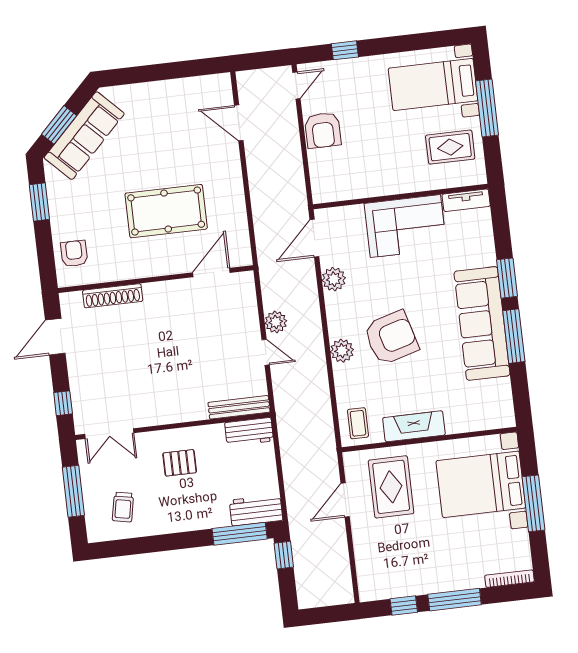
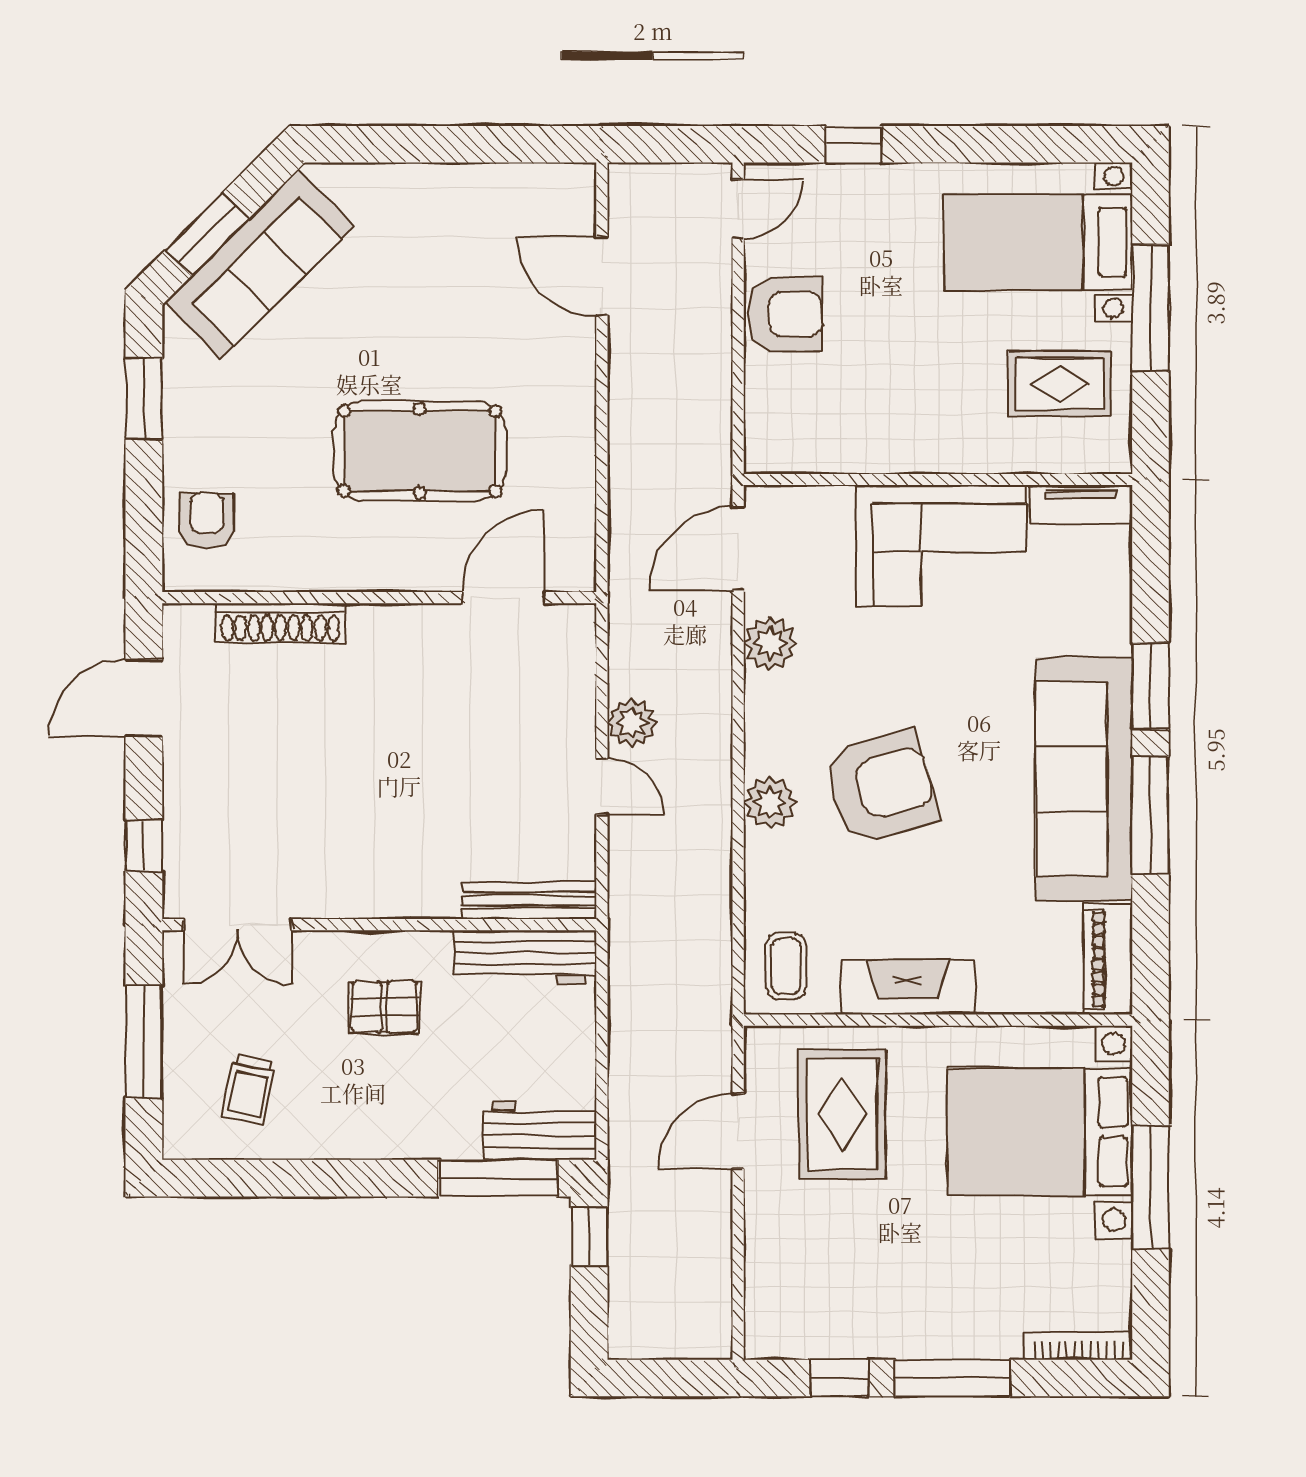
armchair: (323, 130) -> (785, 314), turned -90
piano: (502, 403) -> (1108, 959), added
workbench: (249, 432) -> (526, 957), width x1.38

